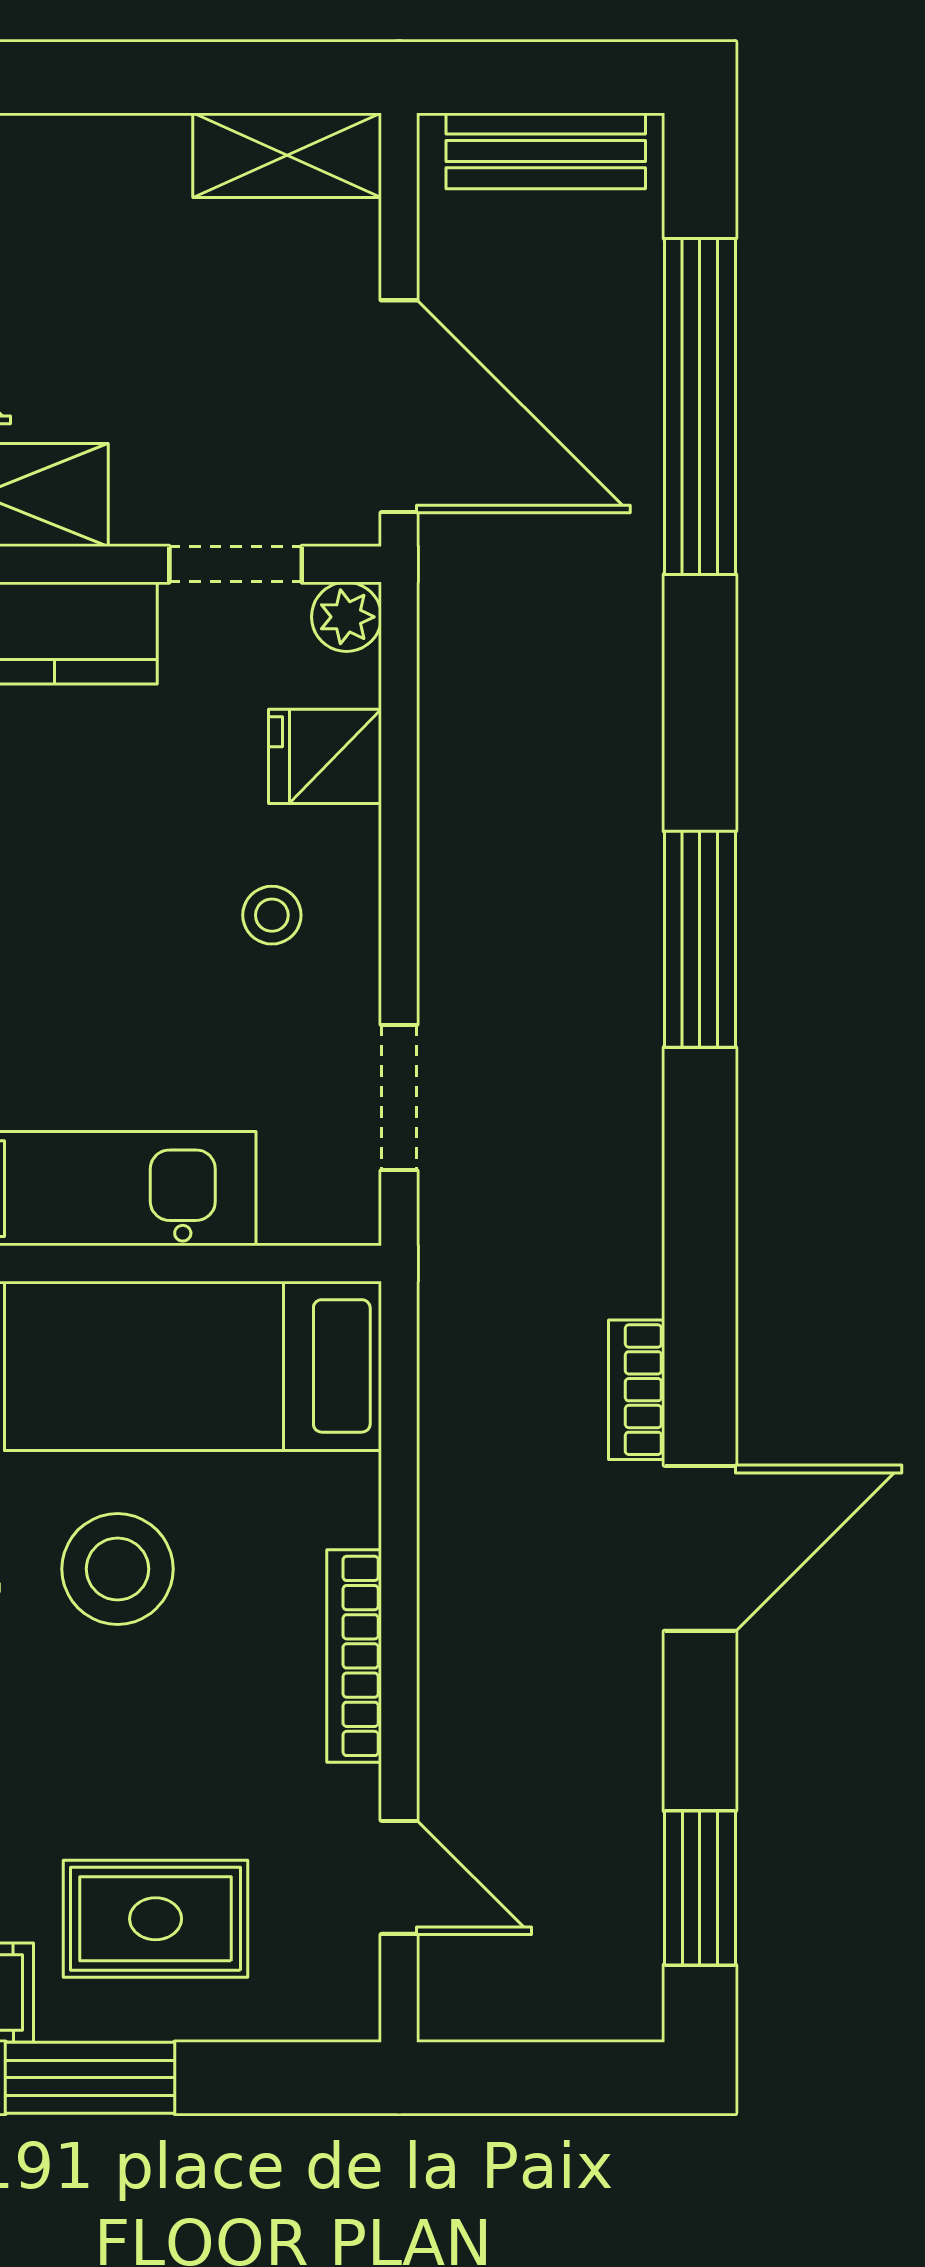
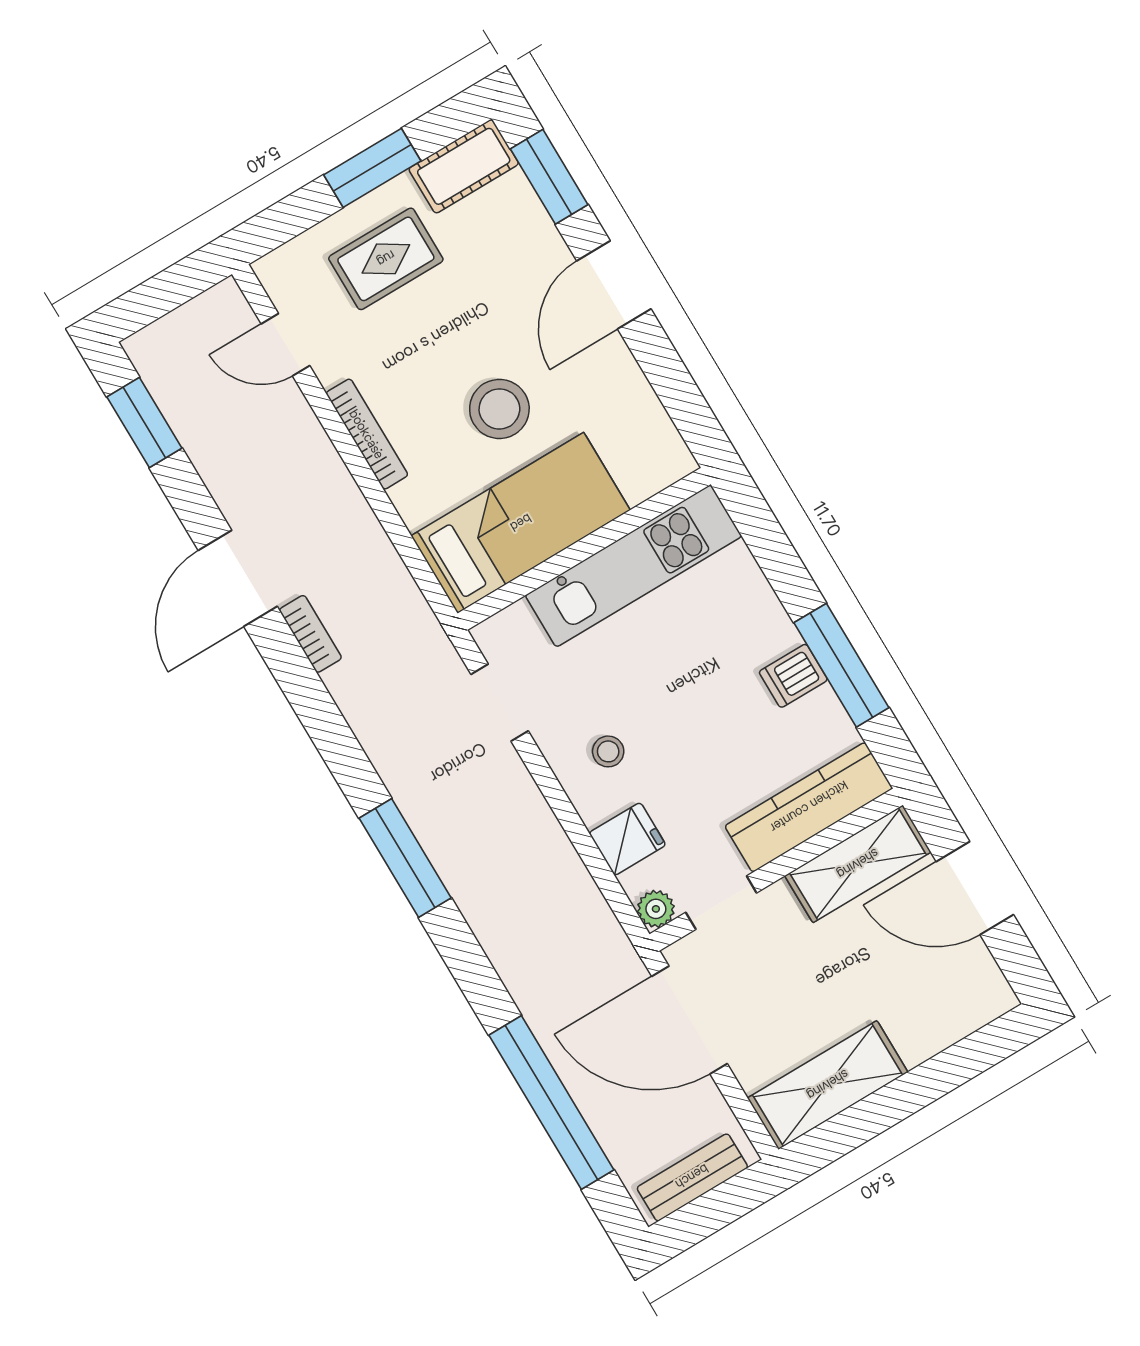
shelving: (287, 155) -> (828, 1085), width x1.50, depth x1.33

